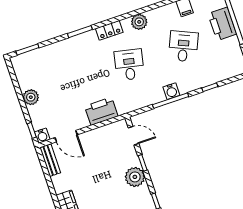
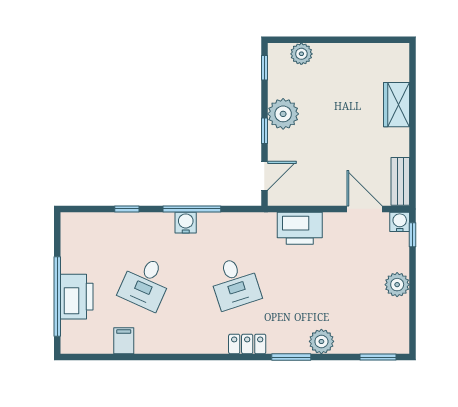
plant: (139, 22) -> (321, 341), moved
desk: (129, 65) -> (235, 283), turned -30
door: (133, 136) -> (264, 176), swing flipped

